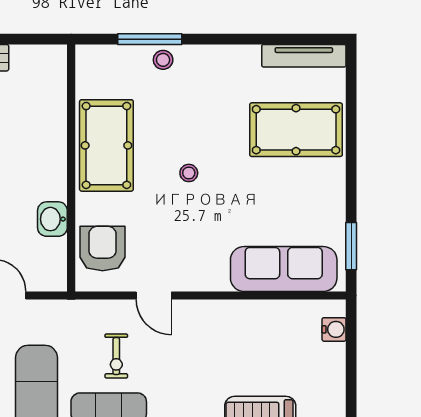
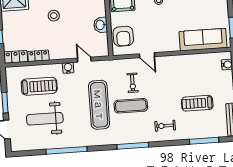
armchair: (103, 249) -> (123, 36), turned 180

